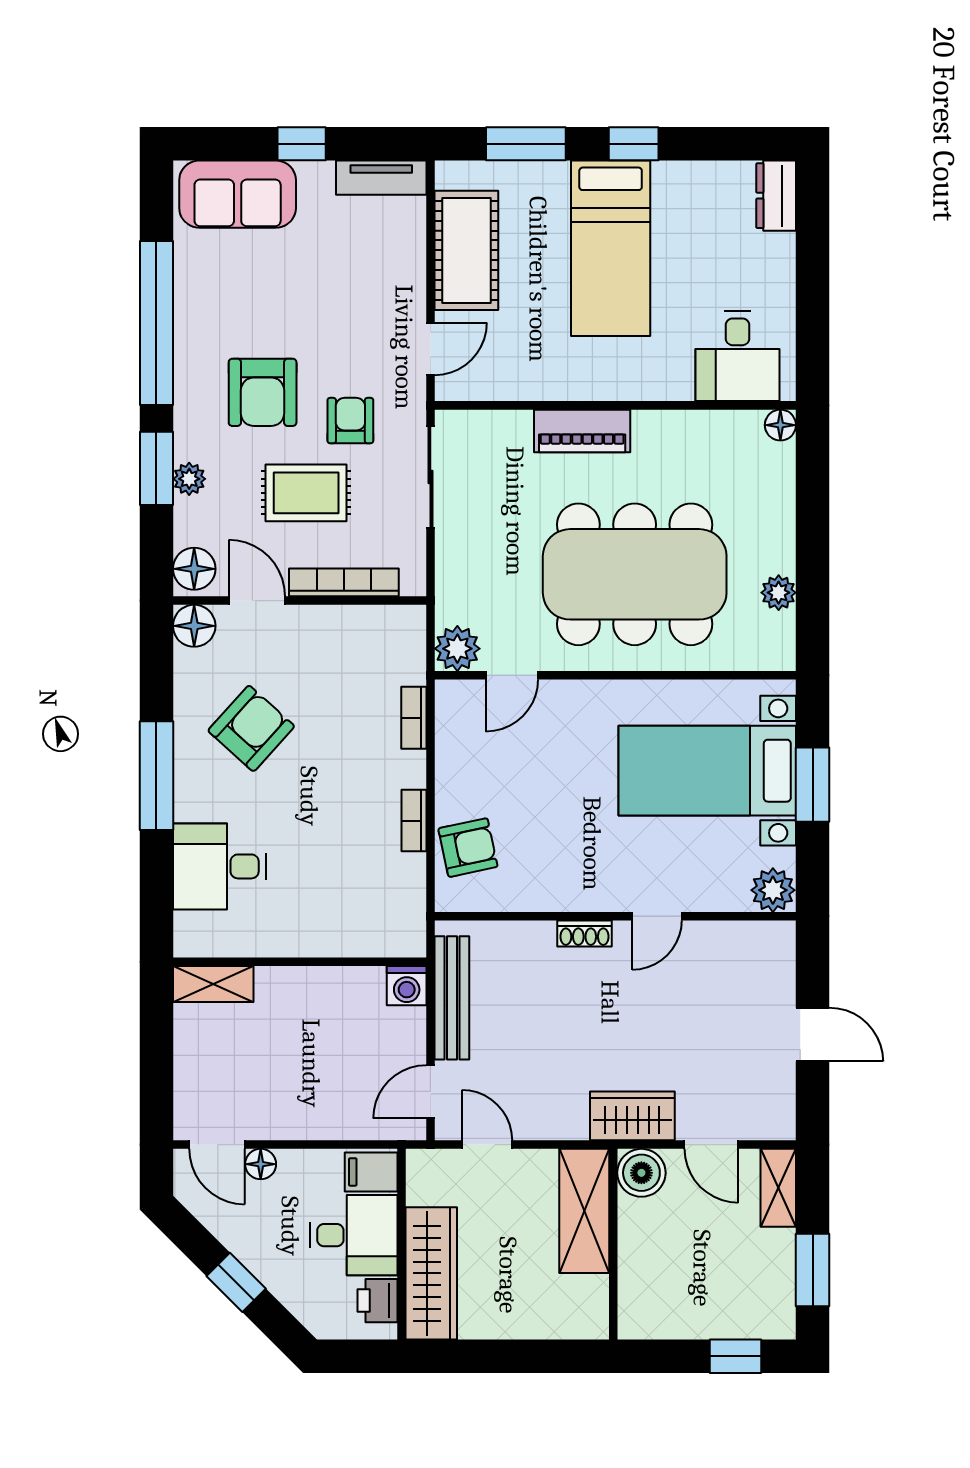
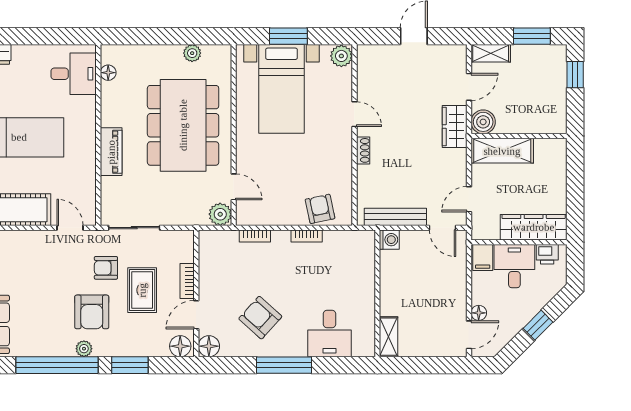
armchair: (263, 392) -> (92, 312), turned 90
floor lamp: (780, 425) -> (108, 73), moved
plant: (189, 479) -> (84, 349), moved
bookcase: (344, 582) -> (187, 281), width x0.64

